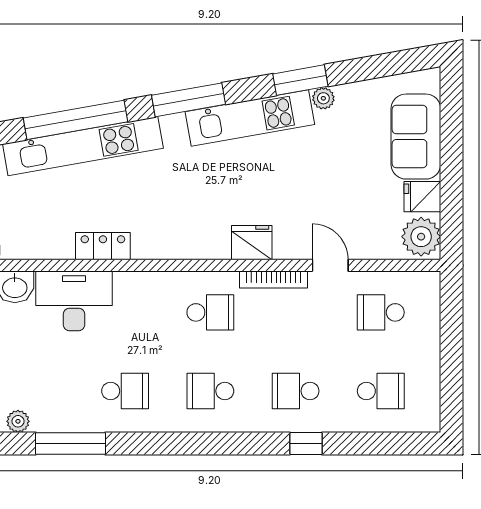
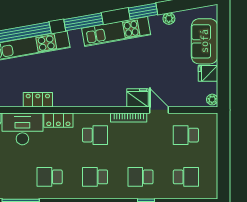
plant: (323, 98) -> (169, 19), moved
plant: (421, 237) -> (212, 100), width x0.53, depth x0.53
fridge: (252, 243) -> (138, 98), moved
locker: (141, 285) -> (58, 120), added
school desk: (125, 391) -> (50, 177), turned 180

